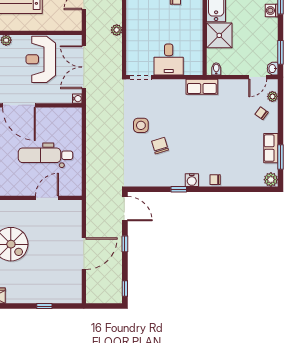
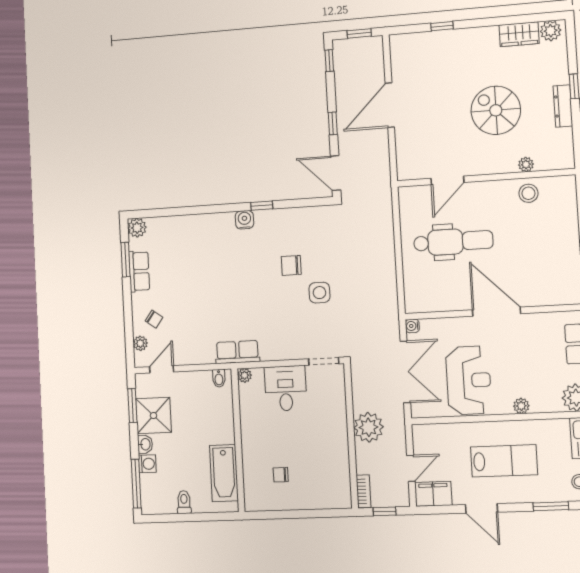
plant: (117, 30) -> (369, 427), width x1.88, depth x1.88
shower: (219, 35) -> (153, 416), moved
washbasin: (273, 69) -> (145, 444), moved
plant: (198, 70) -> (245, 375), added
chair: (160, 146) -> (291, 265), turned 107
chair: (215, 180) -> (212, 222), removed
window: (103, 306) -> (359, 33), added

